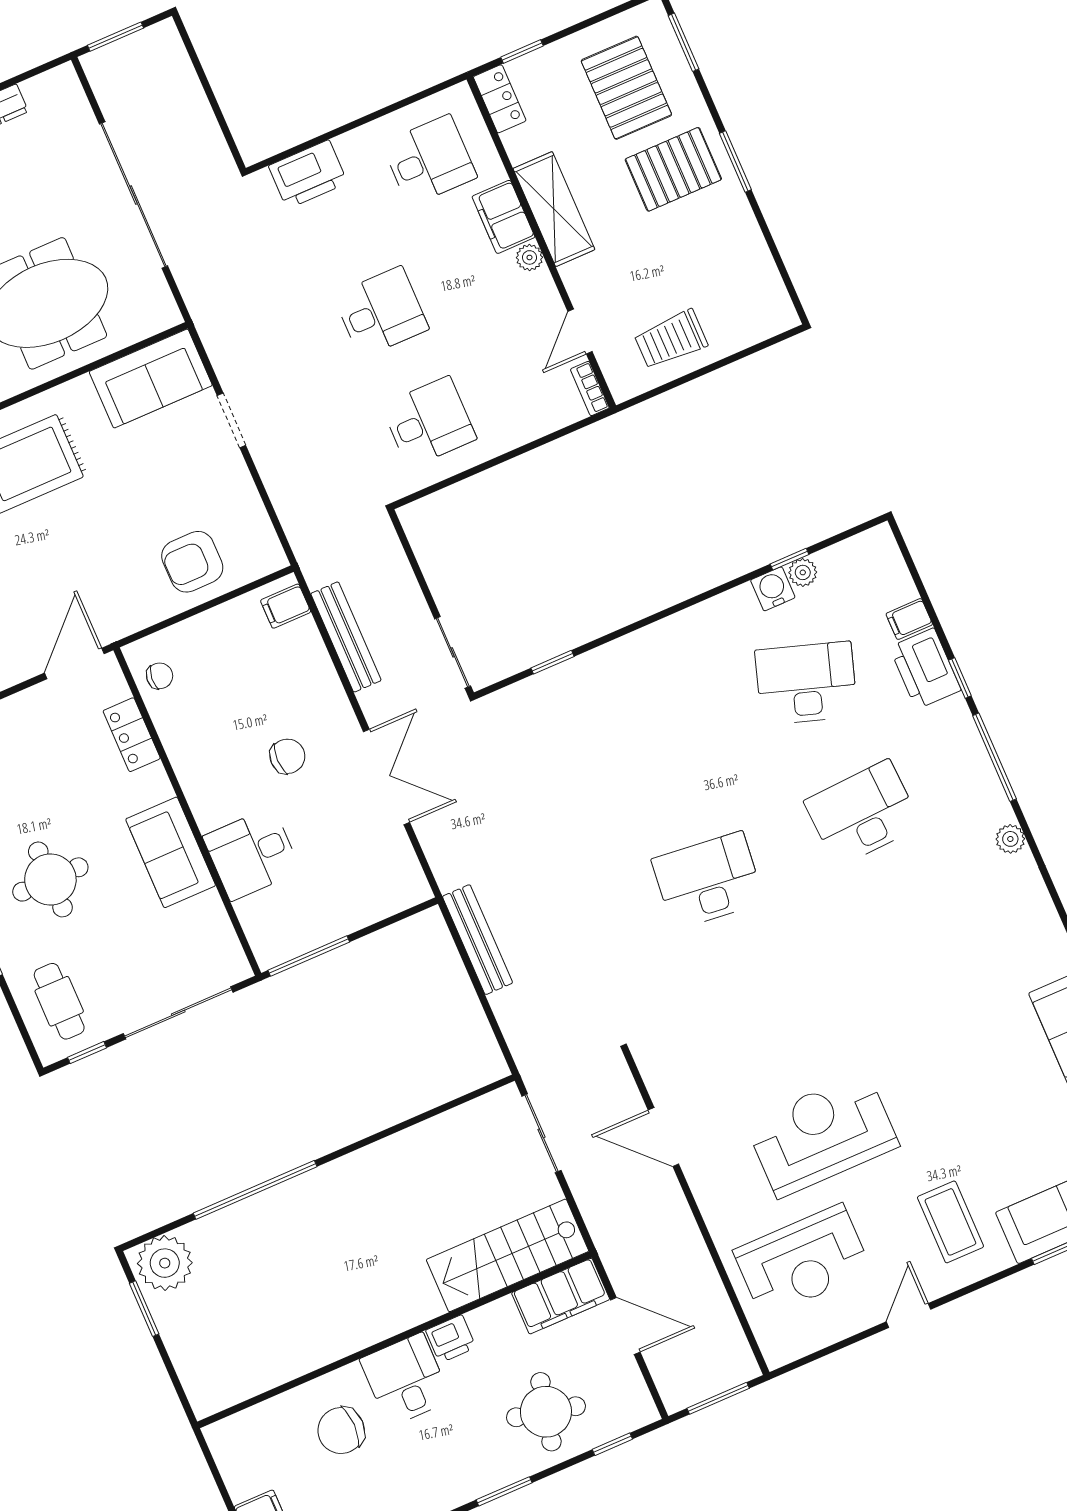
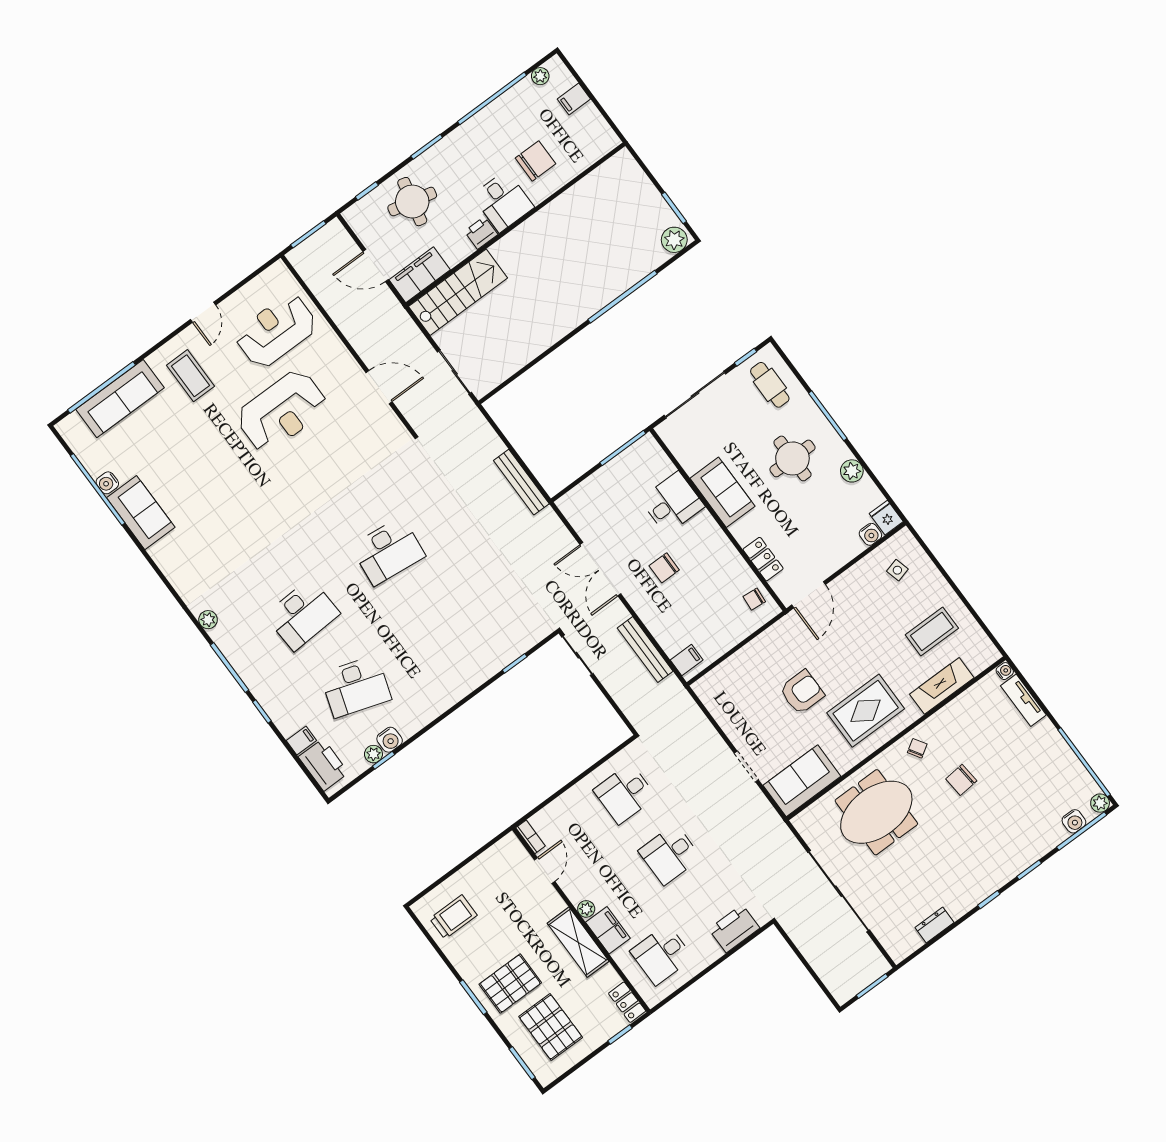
trolley: (671, 339) -> (453, 917), moved
armchair: (192, 562) -> (802, 692), moved
printer: (925, 669) -> (323, 765), moved
plant: (165, 1263) -> (674, 240), width x0.73, depth x0.73

